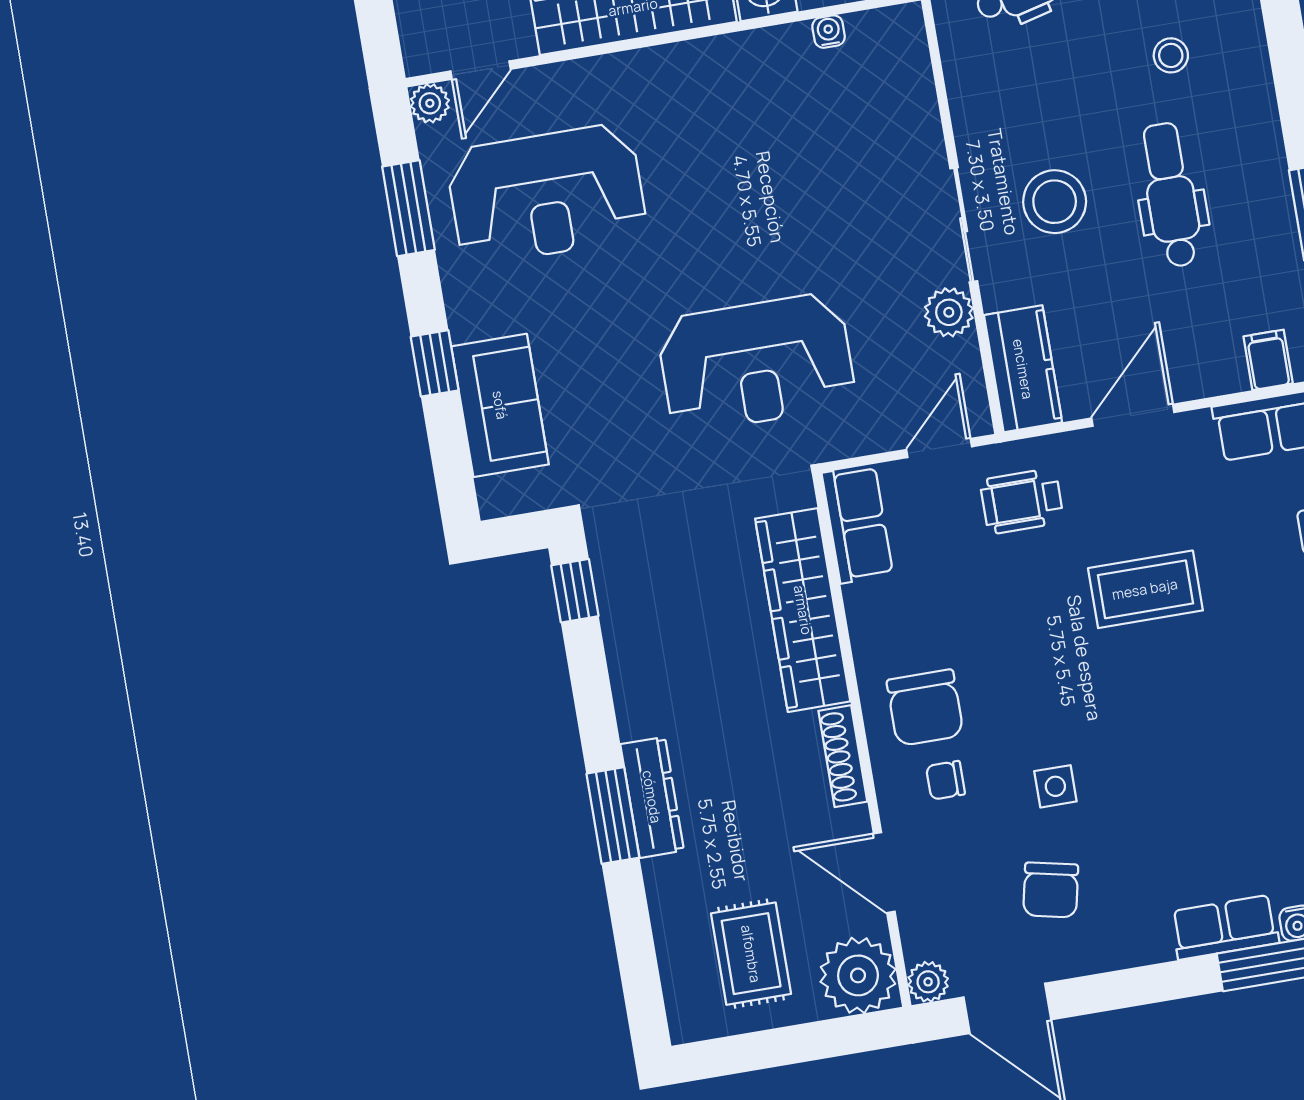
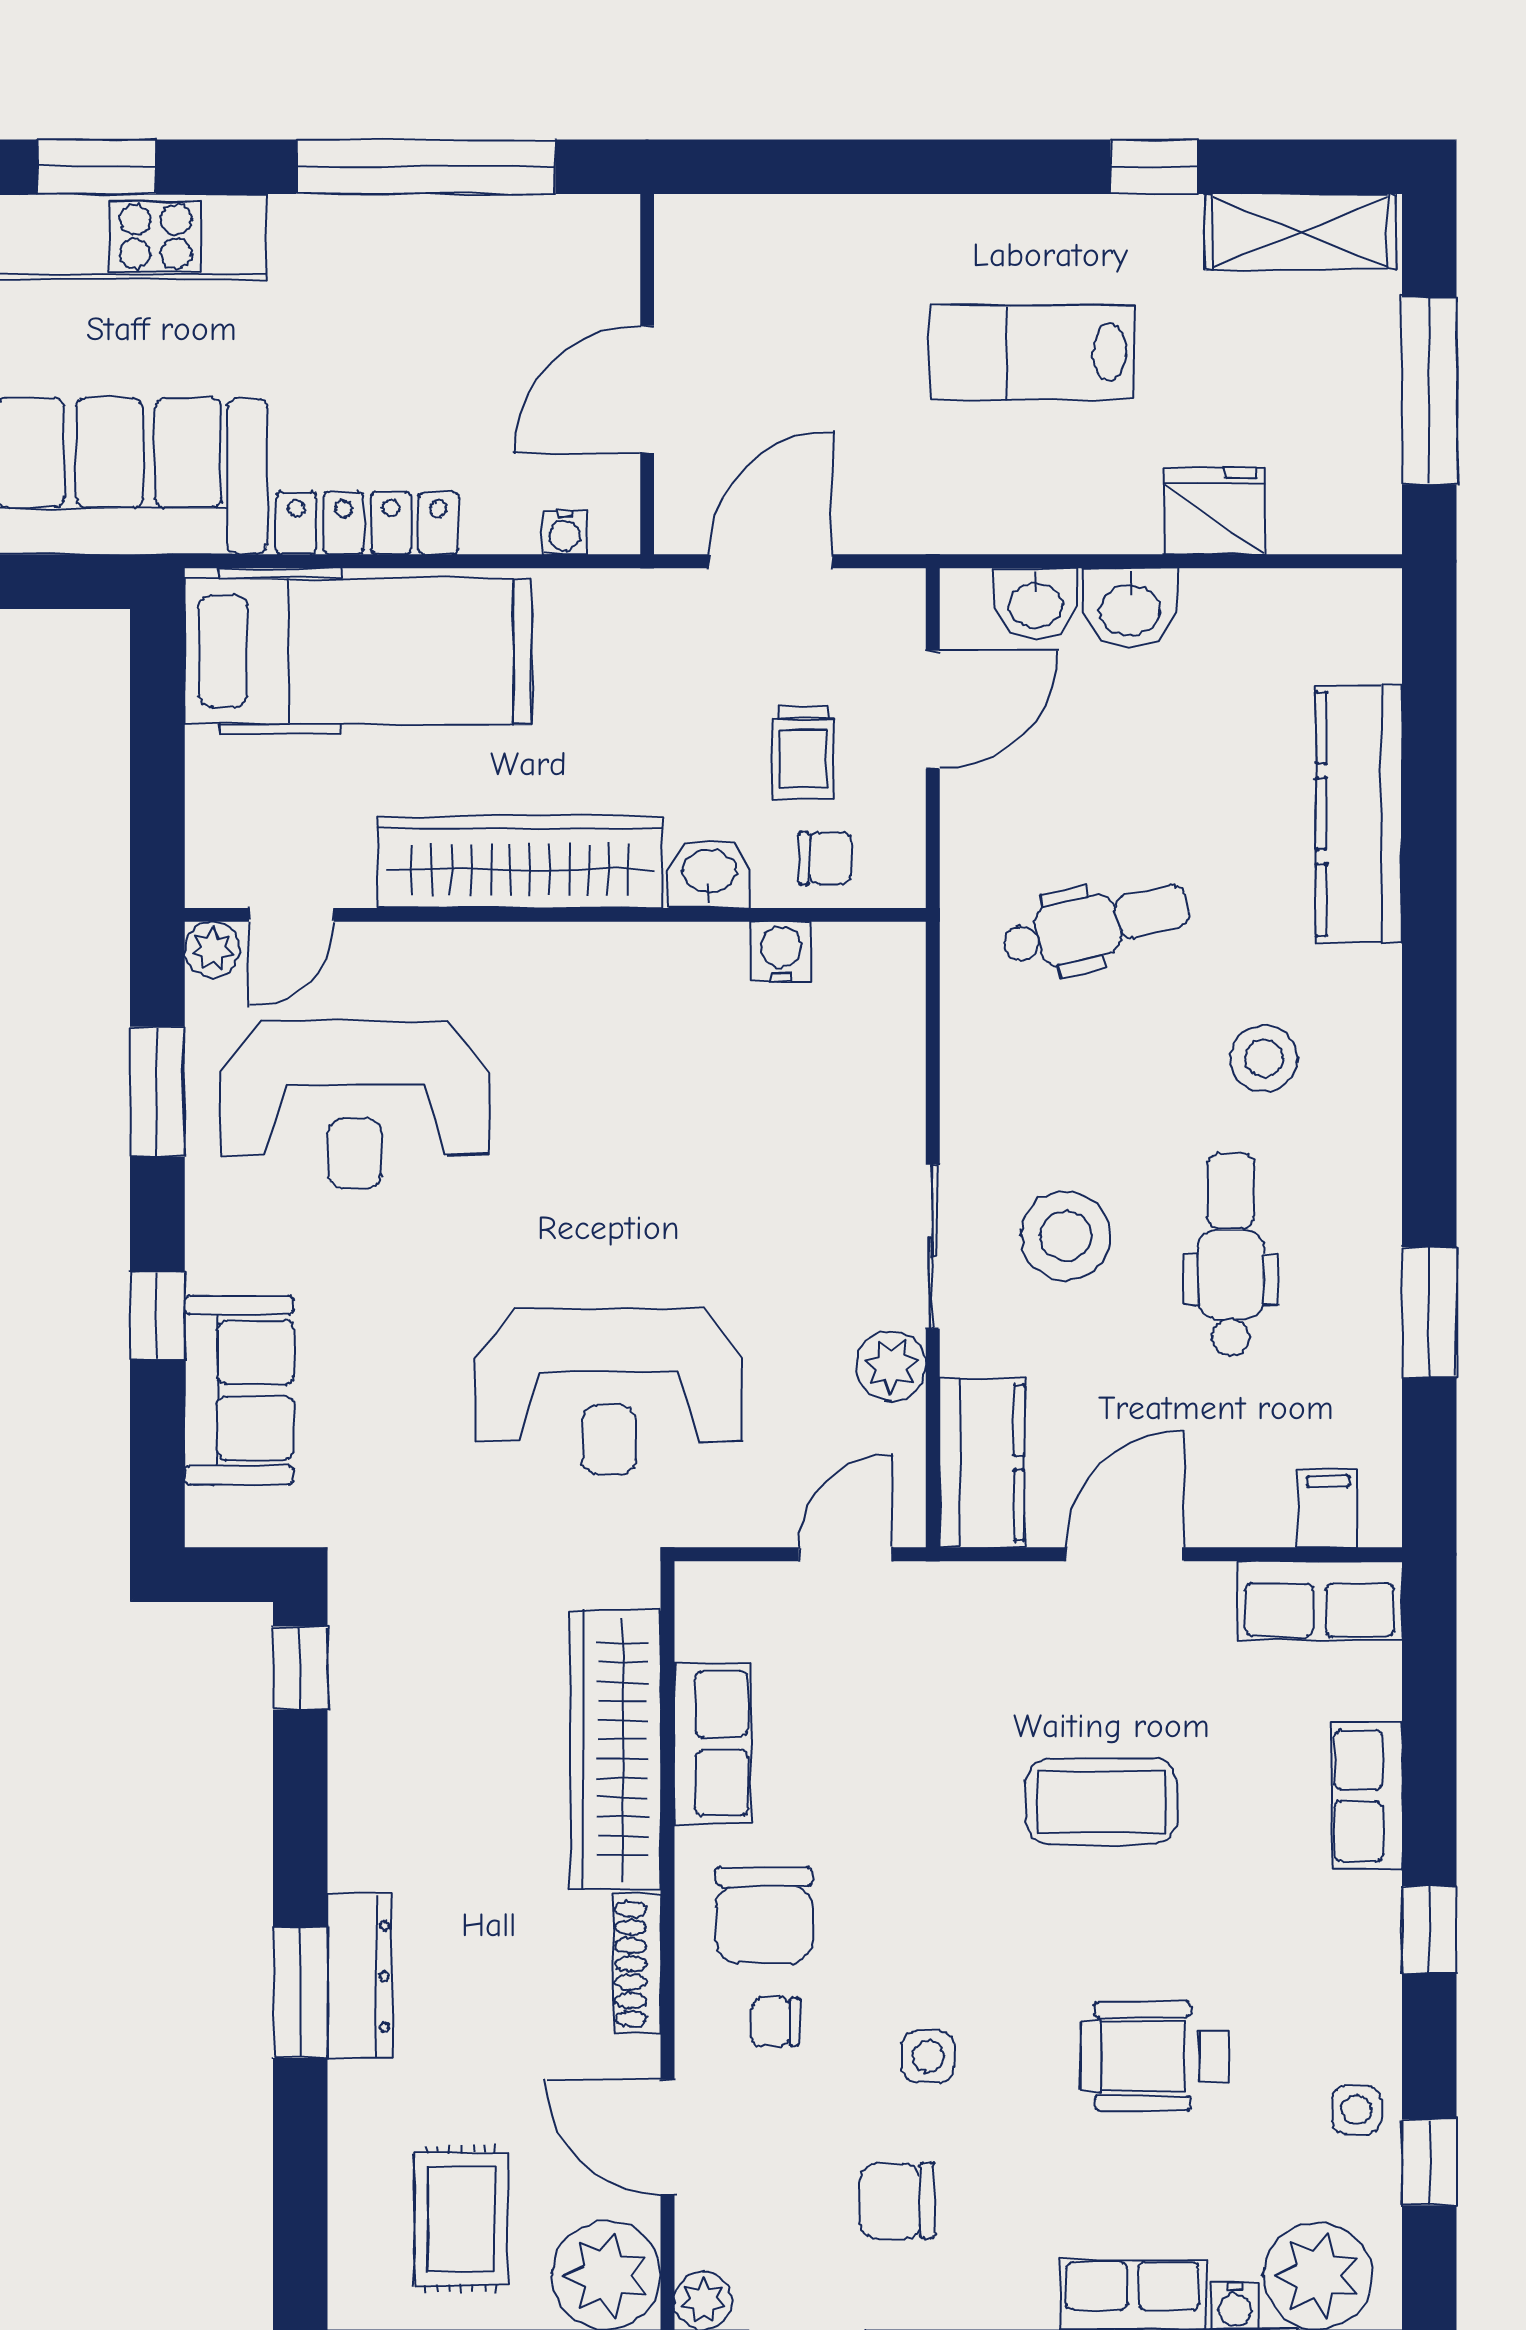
water cooler: (829, 32) -> (781, 952), width x1.38, depth x1.38
stool: (1171, 55) -> (1264, 1058), width x1.37, depth x1.37
wheelchair: (1022, 501) -> (1154, 2056), moved, width x1.36, depth x1.37
row of seats: (857, 524) -> (713, 1743), moved
chair: (1051, 890) -> (897, 2201), turned 77

